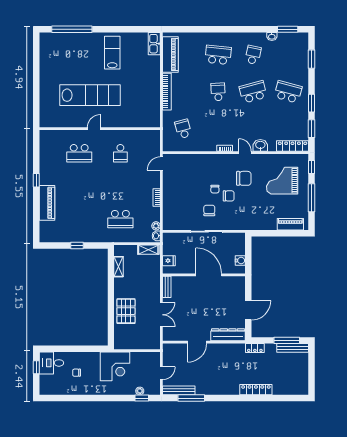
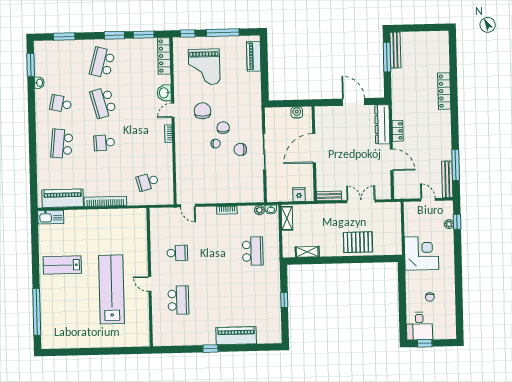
locker: (255, 348) -> (398, 131), moved

